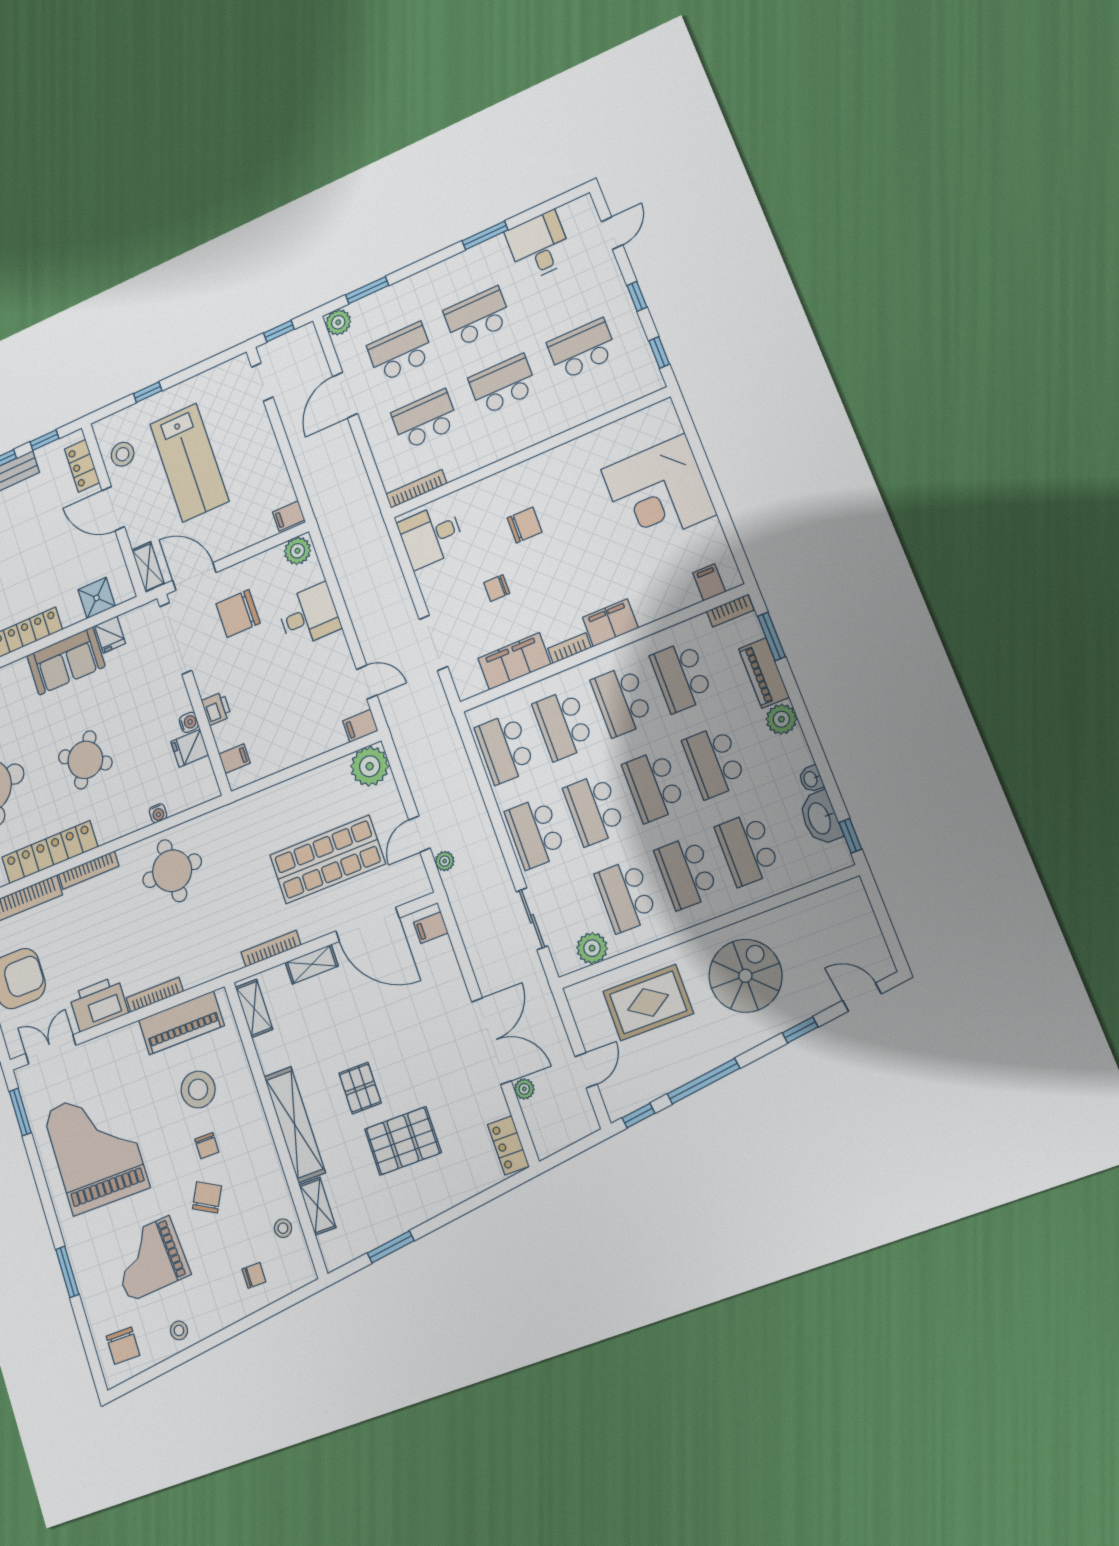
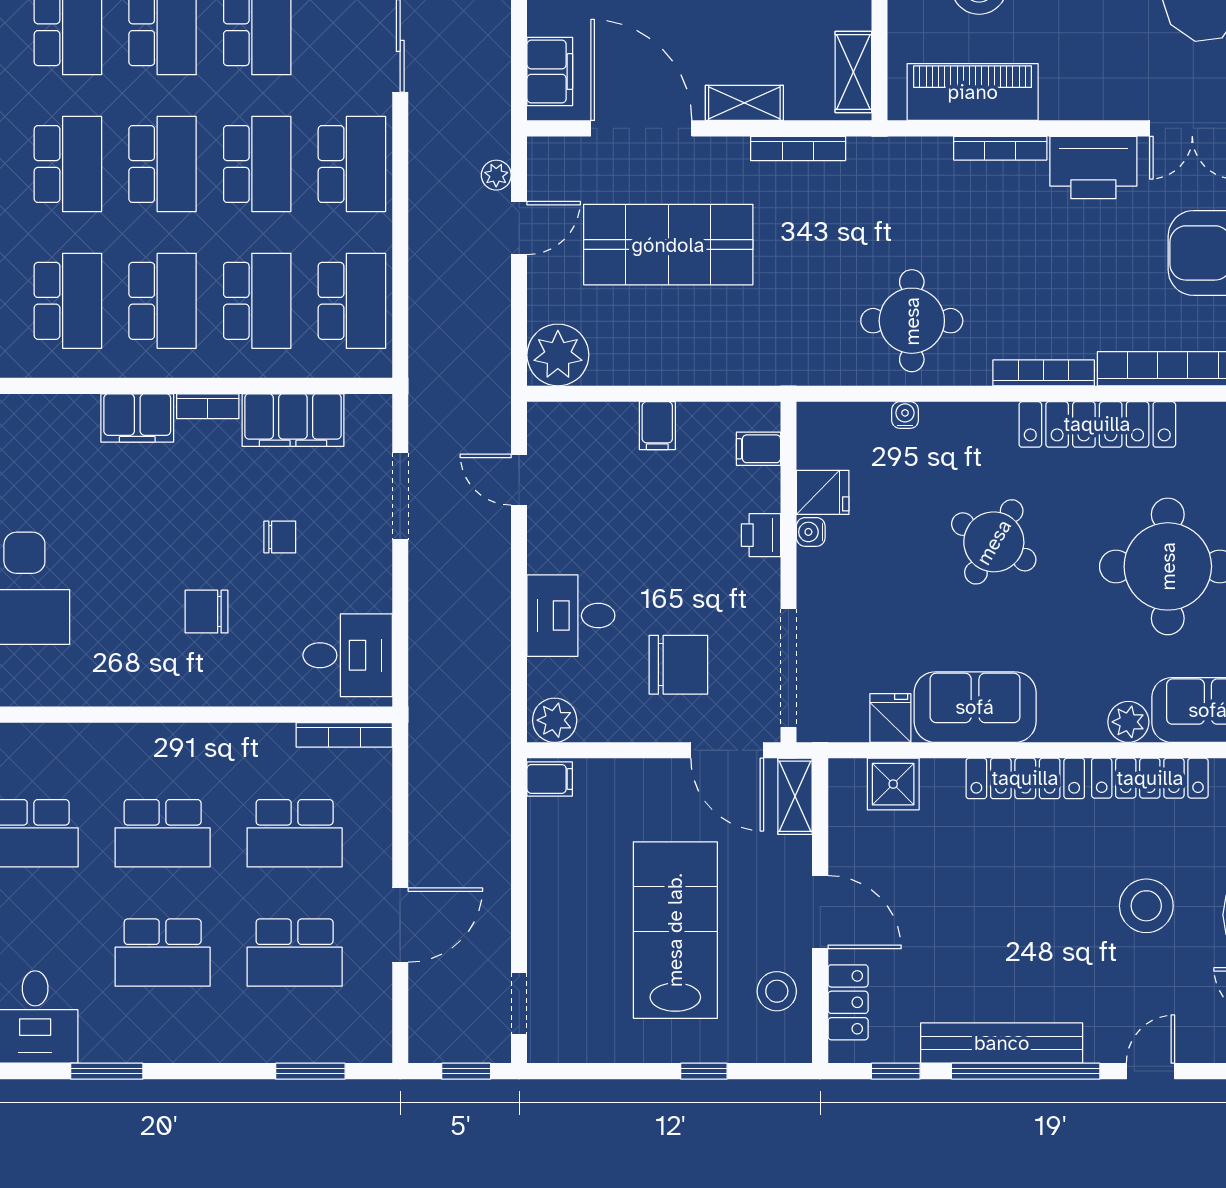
plant: (338, 322) -> (371, 1042), removed
filing cabinet: (360, 726) -> (657, 426), moved, turned 90
filing cabinet: (431, 928) -> (550, 72), width x2.00

